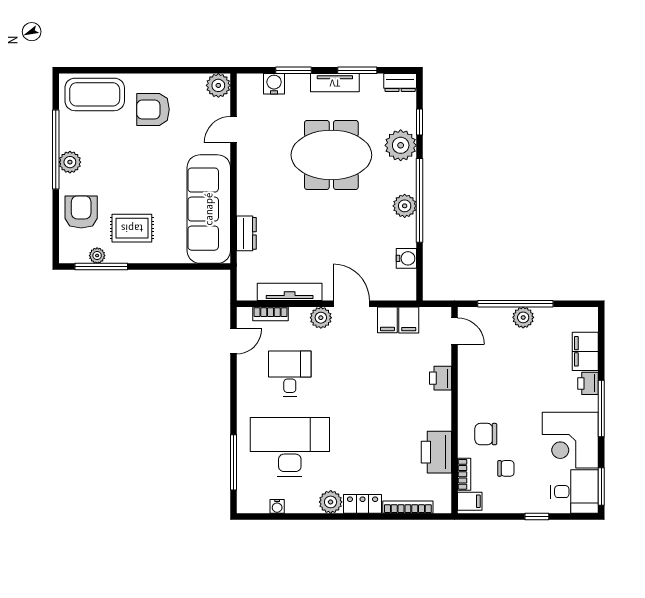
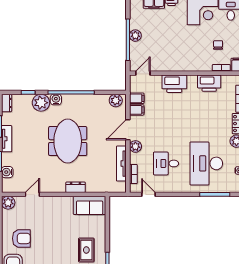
armchair: (153, 109) -> (21, 238), turned -90
door: (233, 130) -> (32, 194), swing flipped
meeting table: (331, 155) -> (68, 141), moved
plant: (405, 206) -> (116, 100), moved
sofa: (209, 209) -> (90, 205), width x0.54, depth x0.79
dresser: (246, 233) -> (76, 187), moved
water cooler: (406, 258) -> (56, 100), moved
printer: (441, 378) -> (174, 84), width x1.87, depth x1.48
chair: (486, 434) -> (199, 56), removed

